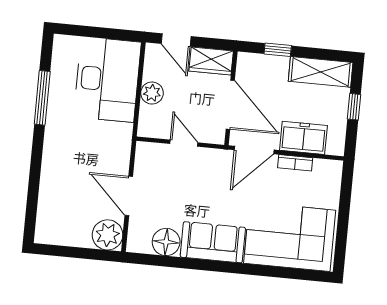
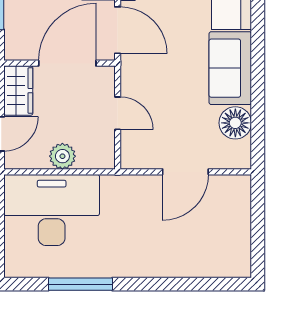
door: (184, 143) -> (118, 113), swing flipped
plant: (108, 235) -> (234, 192), removed

